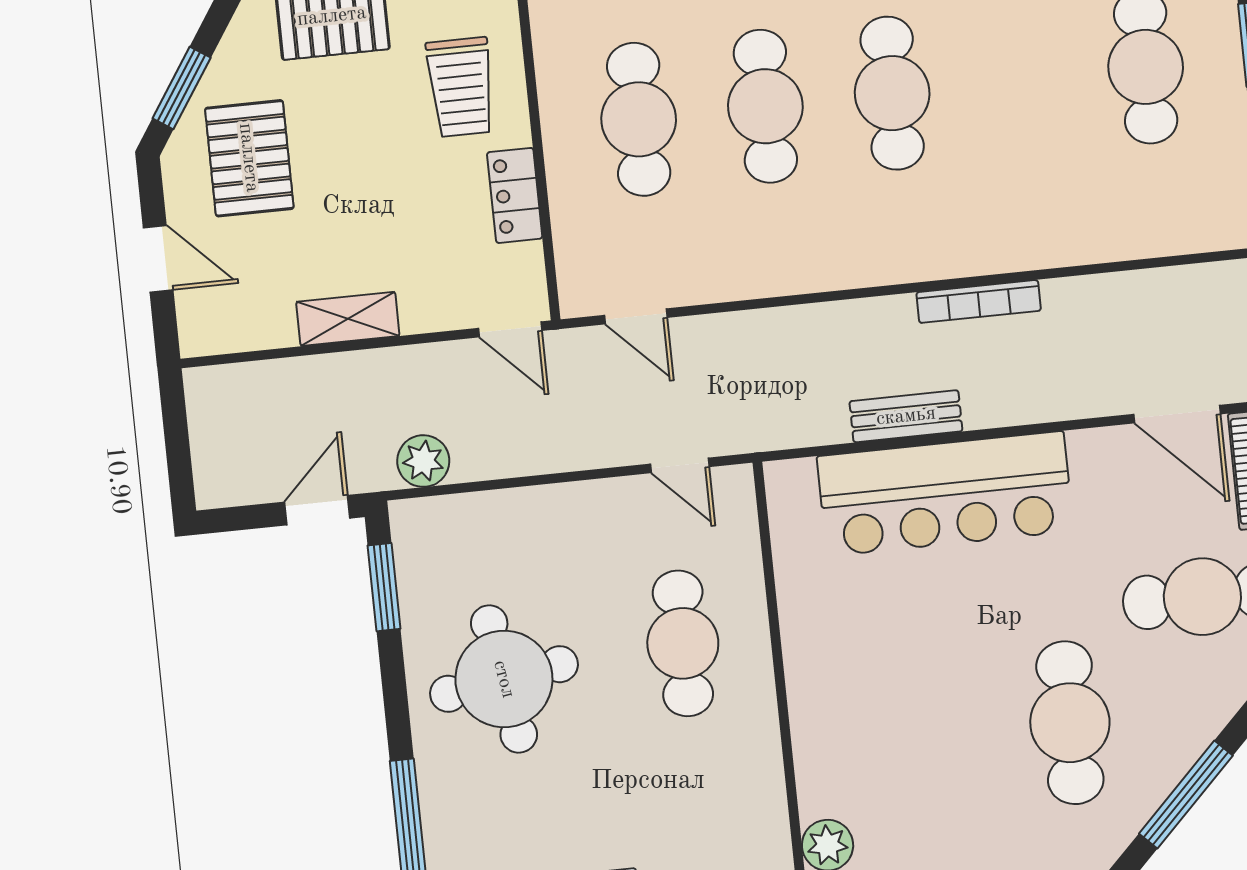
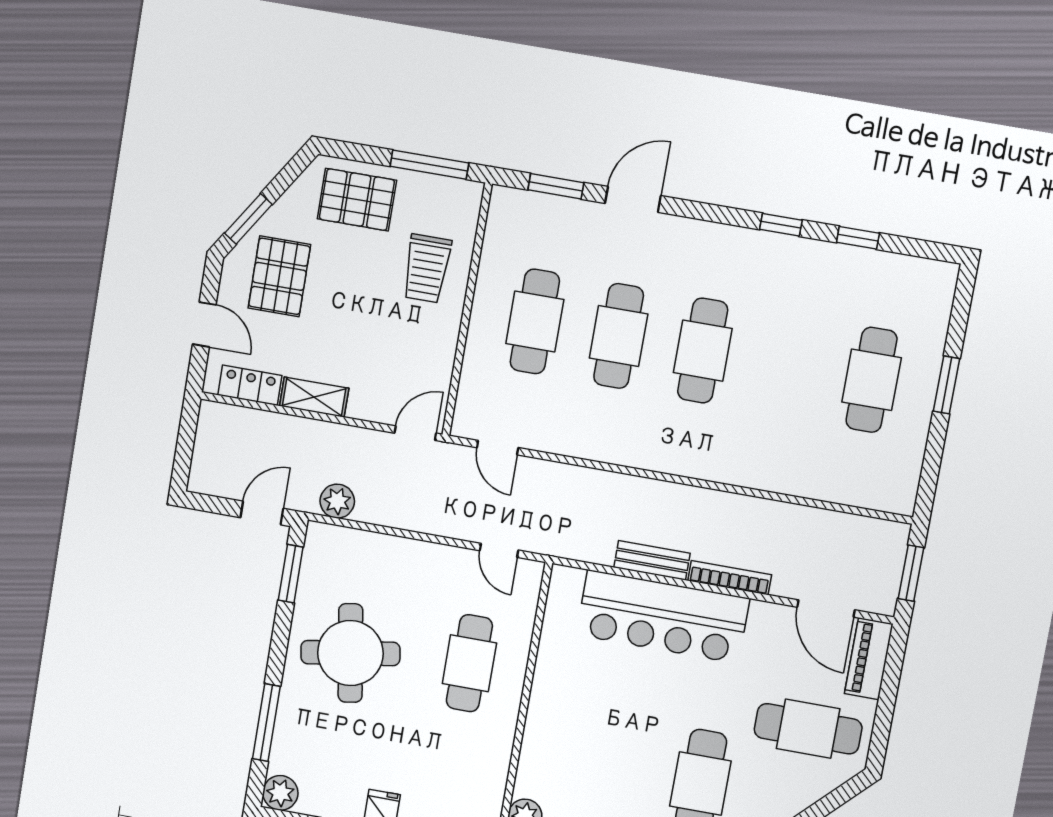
locker: (515, 195) -> (250, 385), moved, turned 90
bookcase: (979, 301) -> (730, 578), moved, turned 180
door: (510, 329) -> (415, 433), swing flipped

